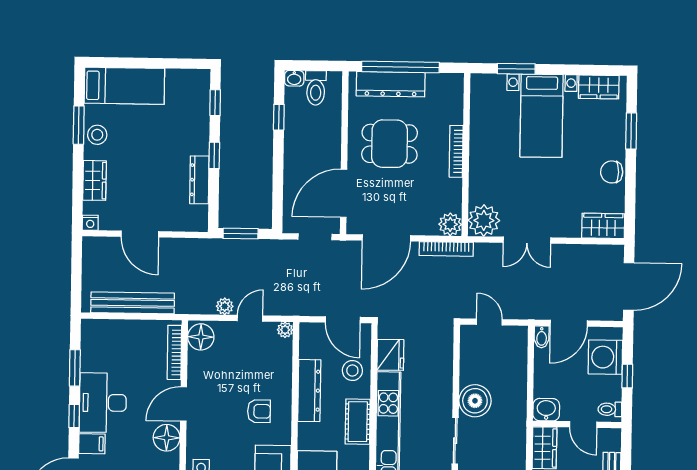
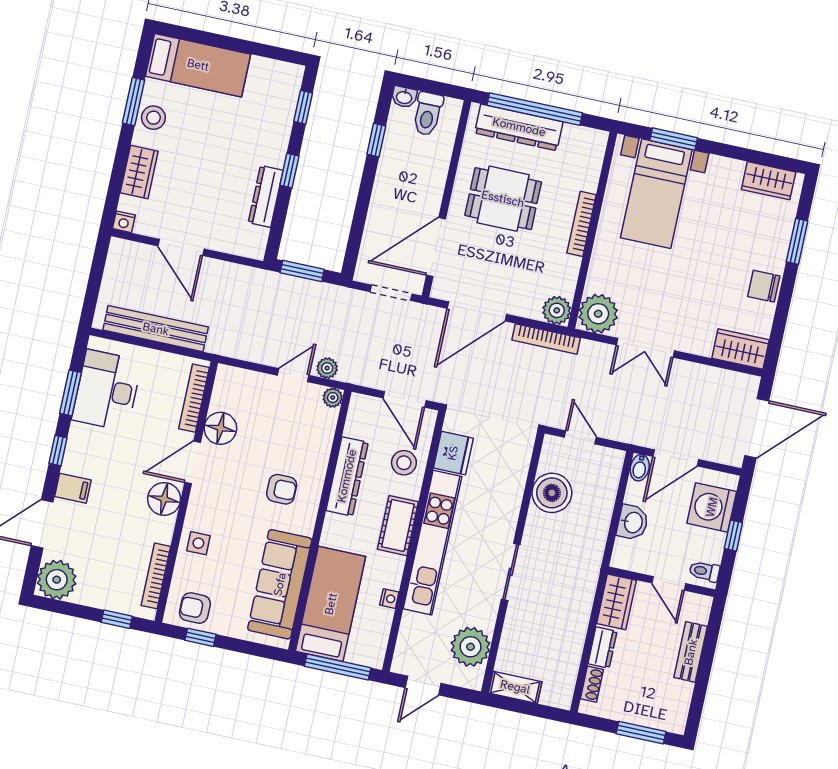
bed with nightstands: (542, 116) -> (656, 194), moved
plant: (225, 306) -> (327, 368), moved
floor lamp: (201, 337) -> (220, 428), moved
boiler: (475, 401) -> (552, 493), moved
desk: (103, 403) -> (107, 390), moved
washbasin: (546, 410) -> (633, 522), moved, turned 90

